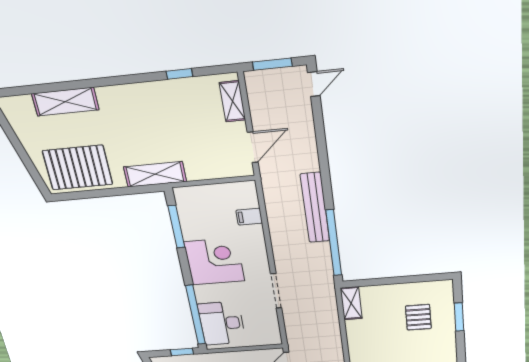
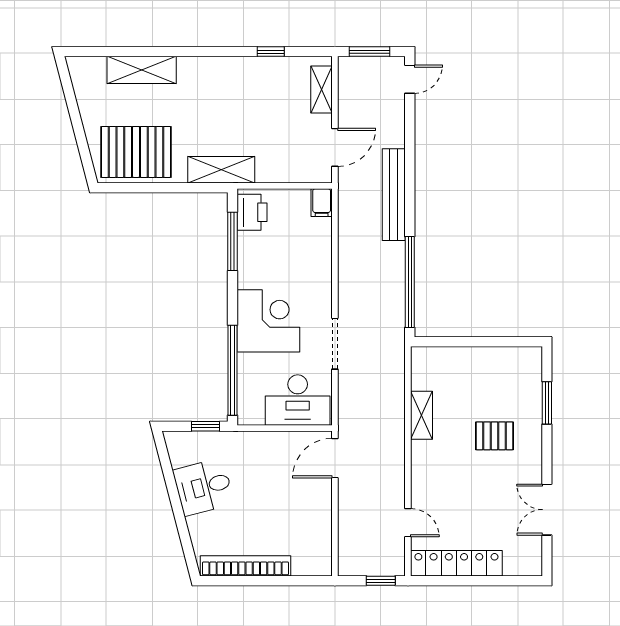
printer: (189, 204) -> (252, 212), added
bench: (315, 208) -> (394, 195), moved
filing cabinet: (249, 217) -> (322, 203), moved, turned -90
corner desk: (214, 261) -> (268, 321), moved
shelving: (351, 303) -> (422, 415), moved
pallet: (418, 317) -> (495, 436), moved, turned 90
desk: (222, 323) -> (298, 400), moved, turned -90

